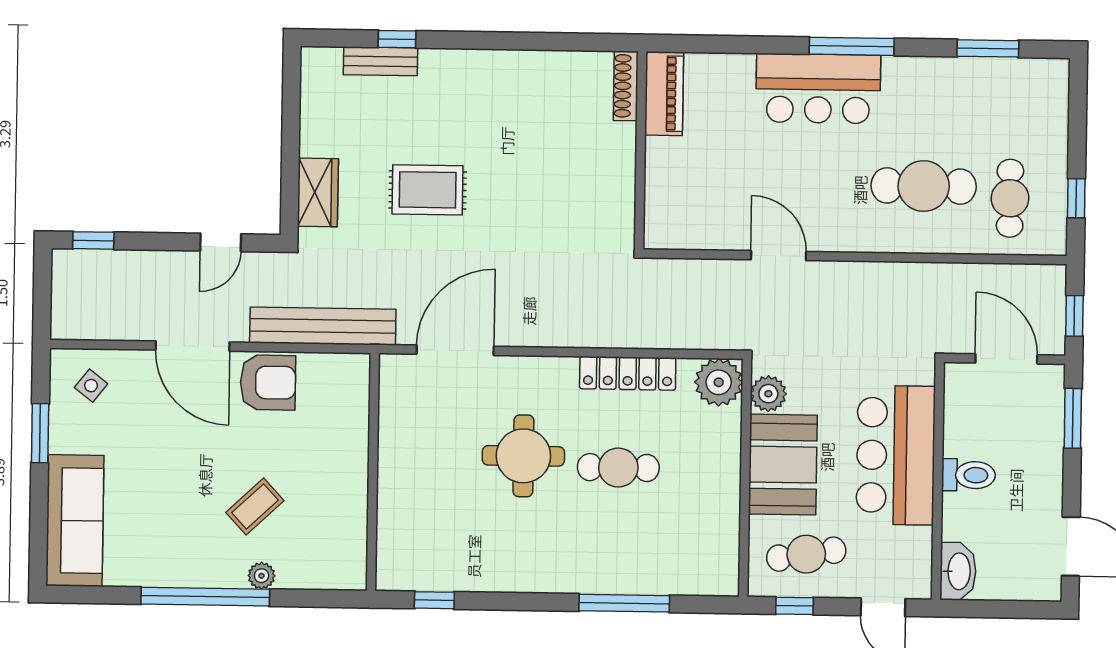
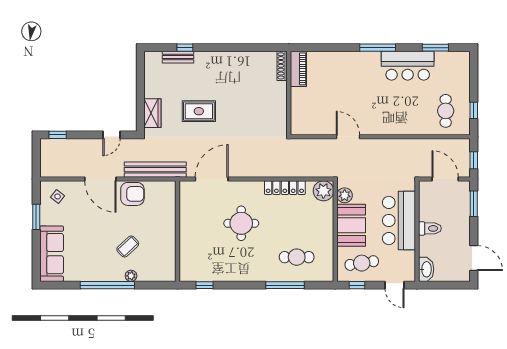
bar counter: (818, 88) -> (408, 66), moved
cafe table: (924, 186) -> (409, 106), removed
cafe table: (618, 468) -> (297, 257), moved

